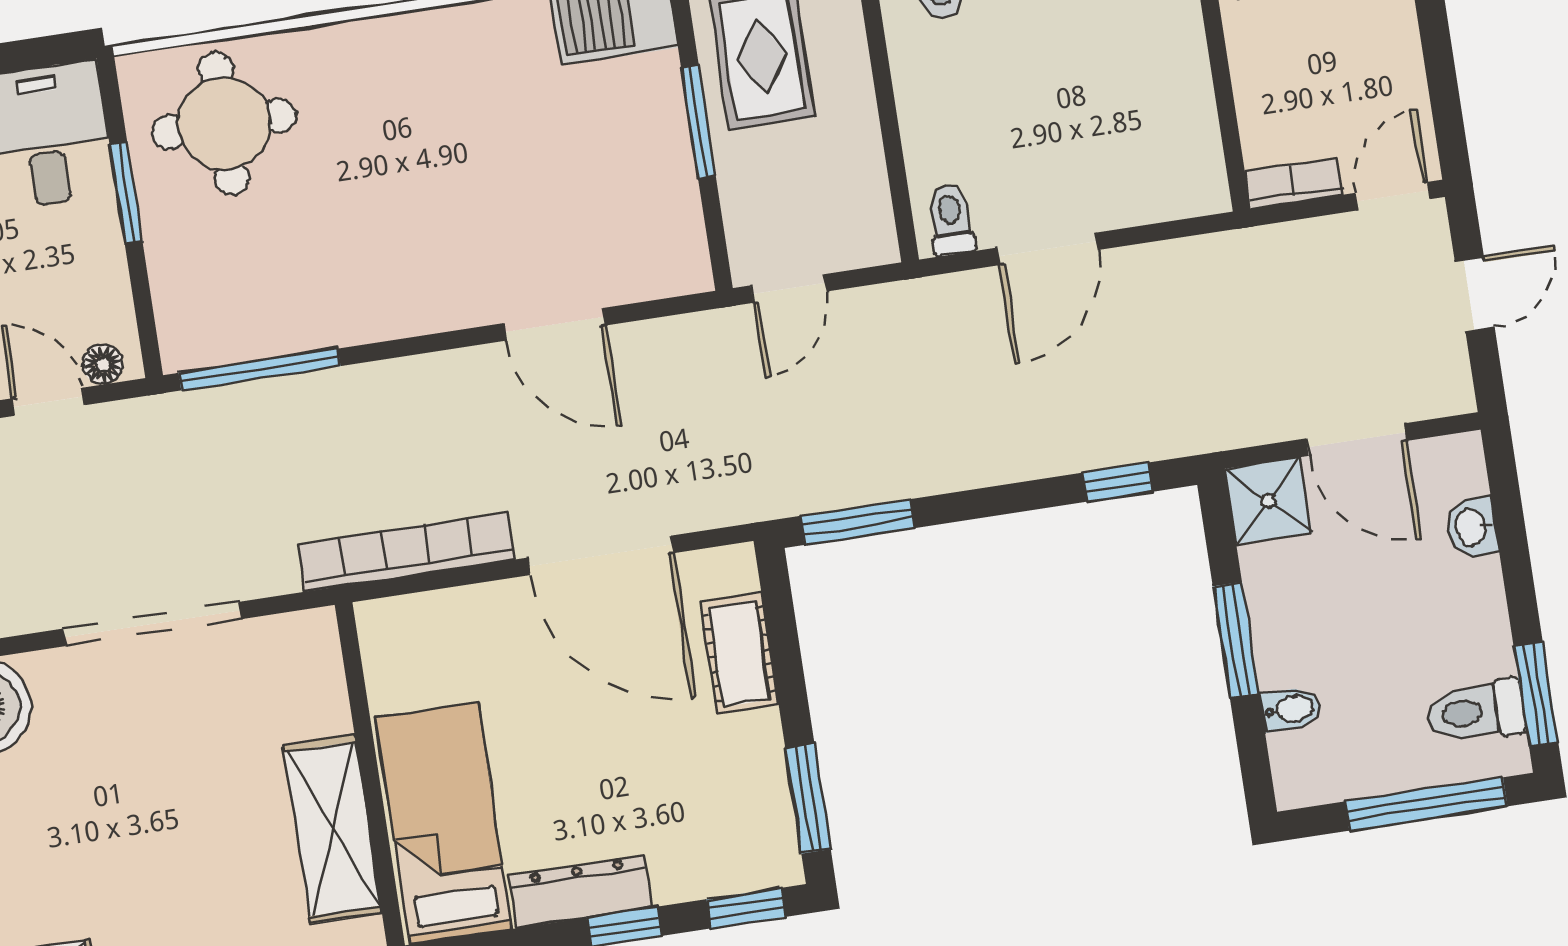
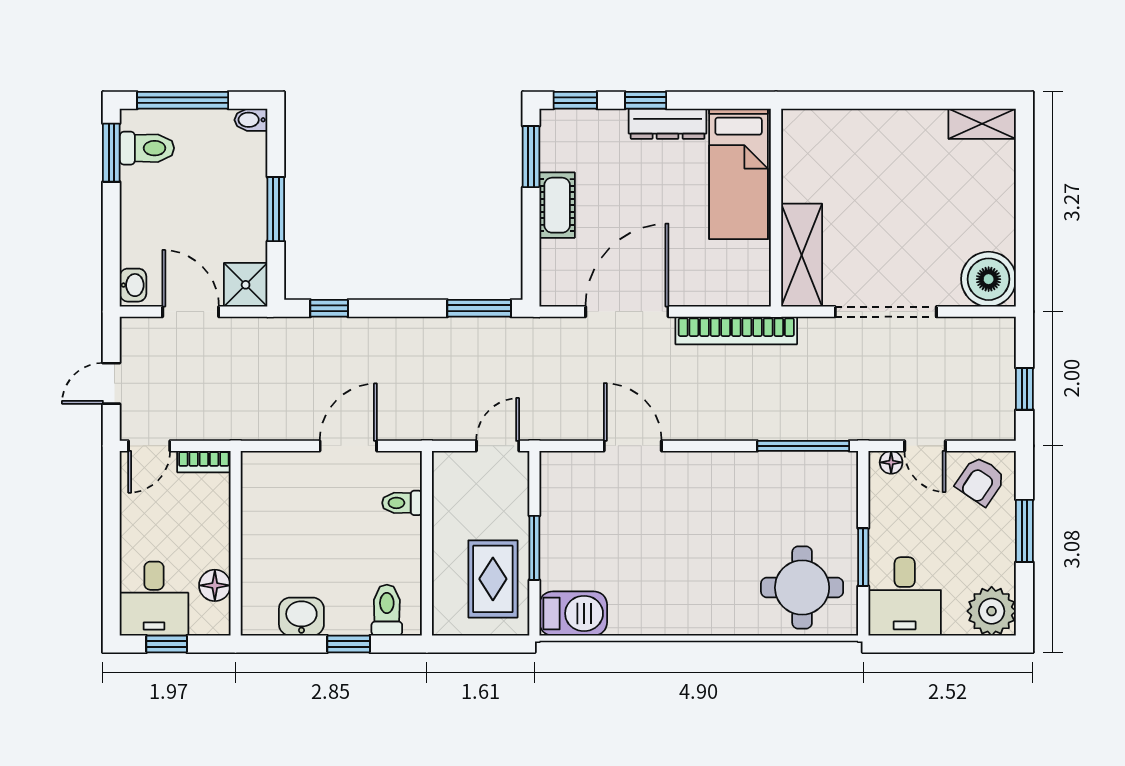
toilet: (951, 220) -> (402, 503), moved, turned 90
washbasin: (1472, 527) -> (133, 285), moved
door: (601, 555) -> (627, 312), hinge flipped
cot: (739, 653) -> (557, 205), moved
bidet: (1291, 709) -> (251, 120), moved
shelving: (333, 829) -> (802, 255), moved

